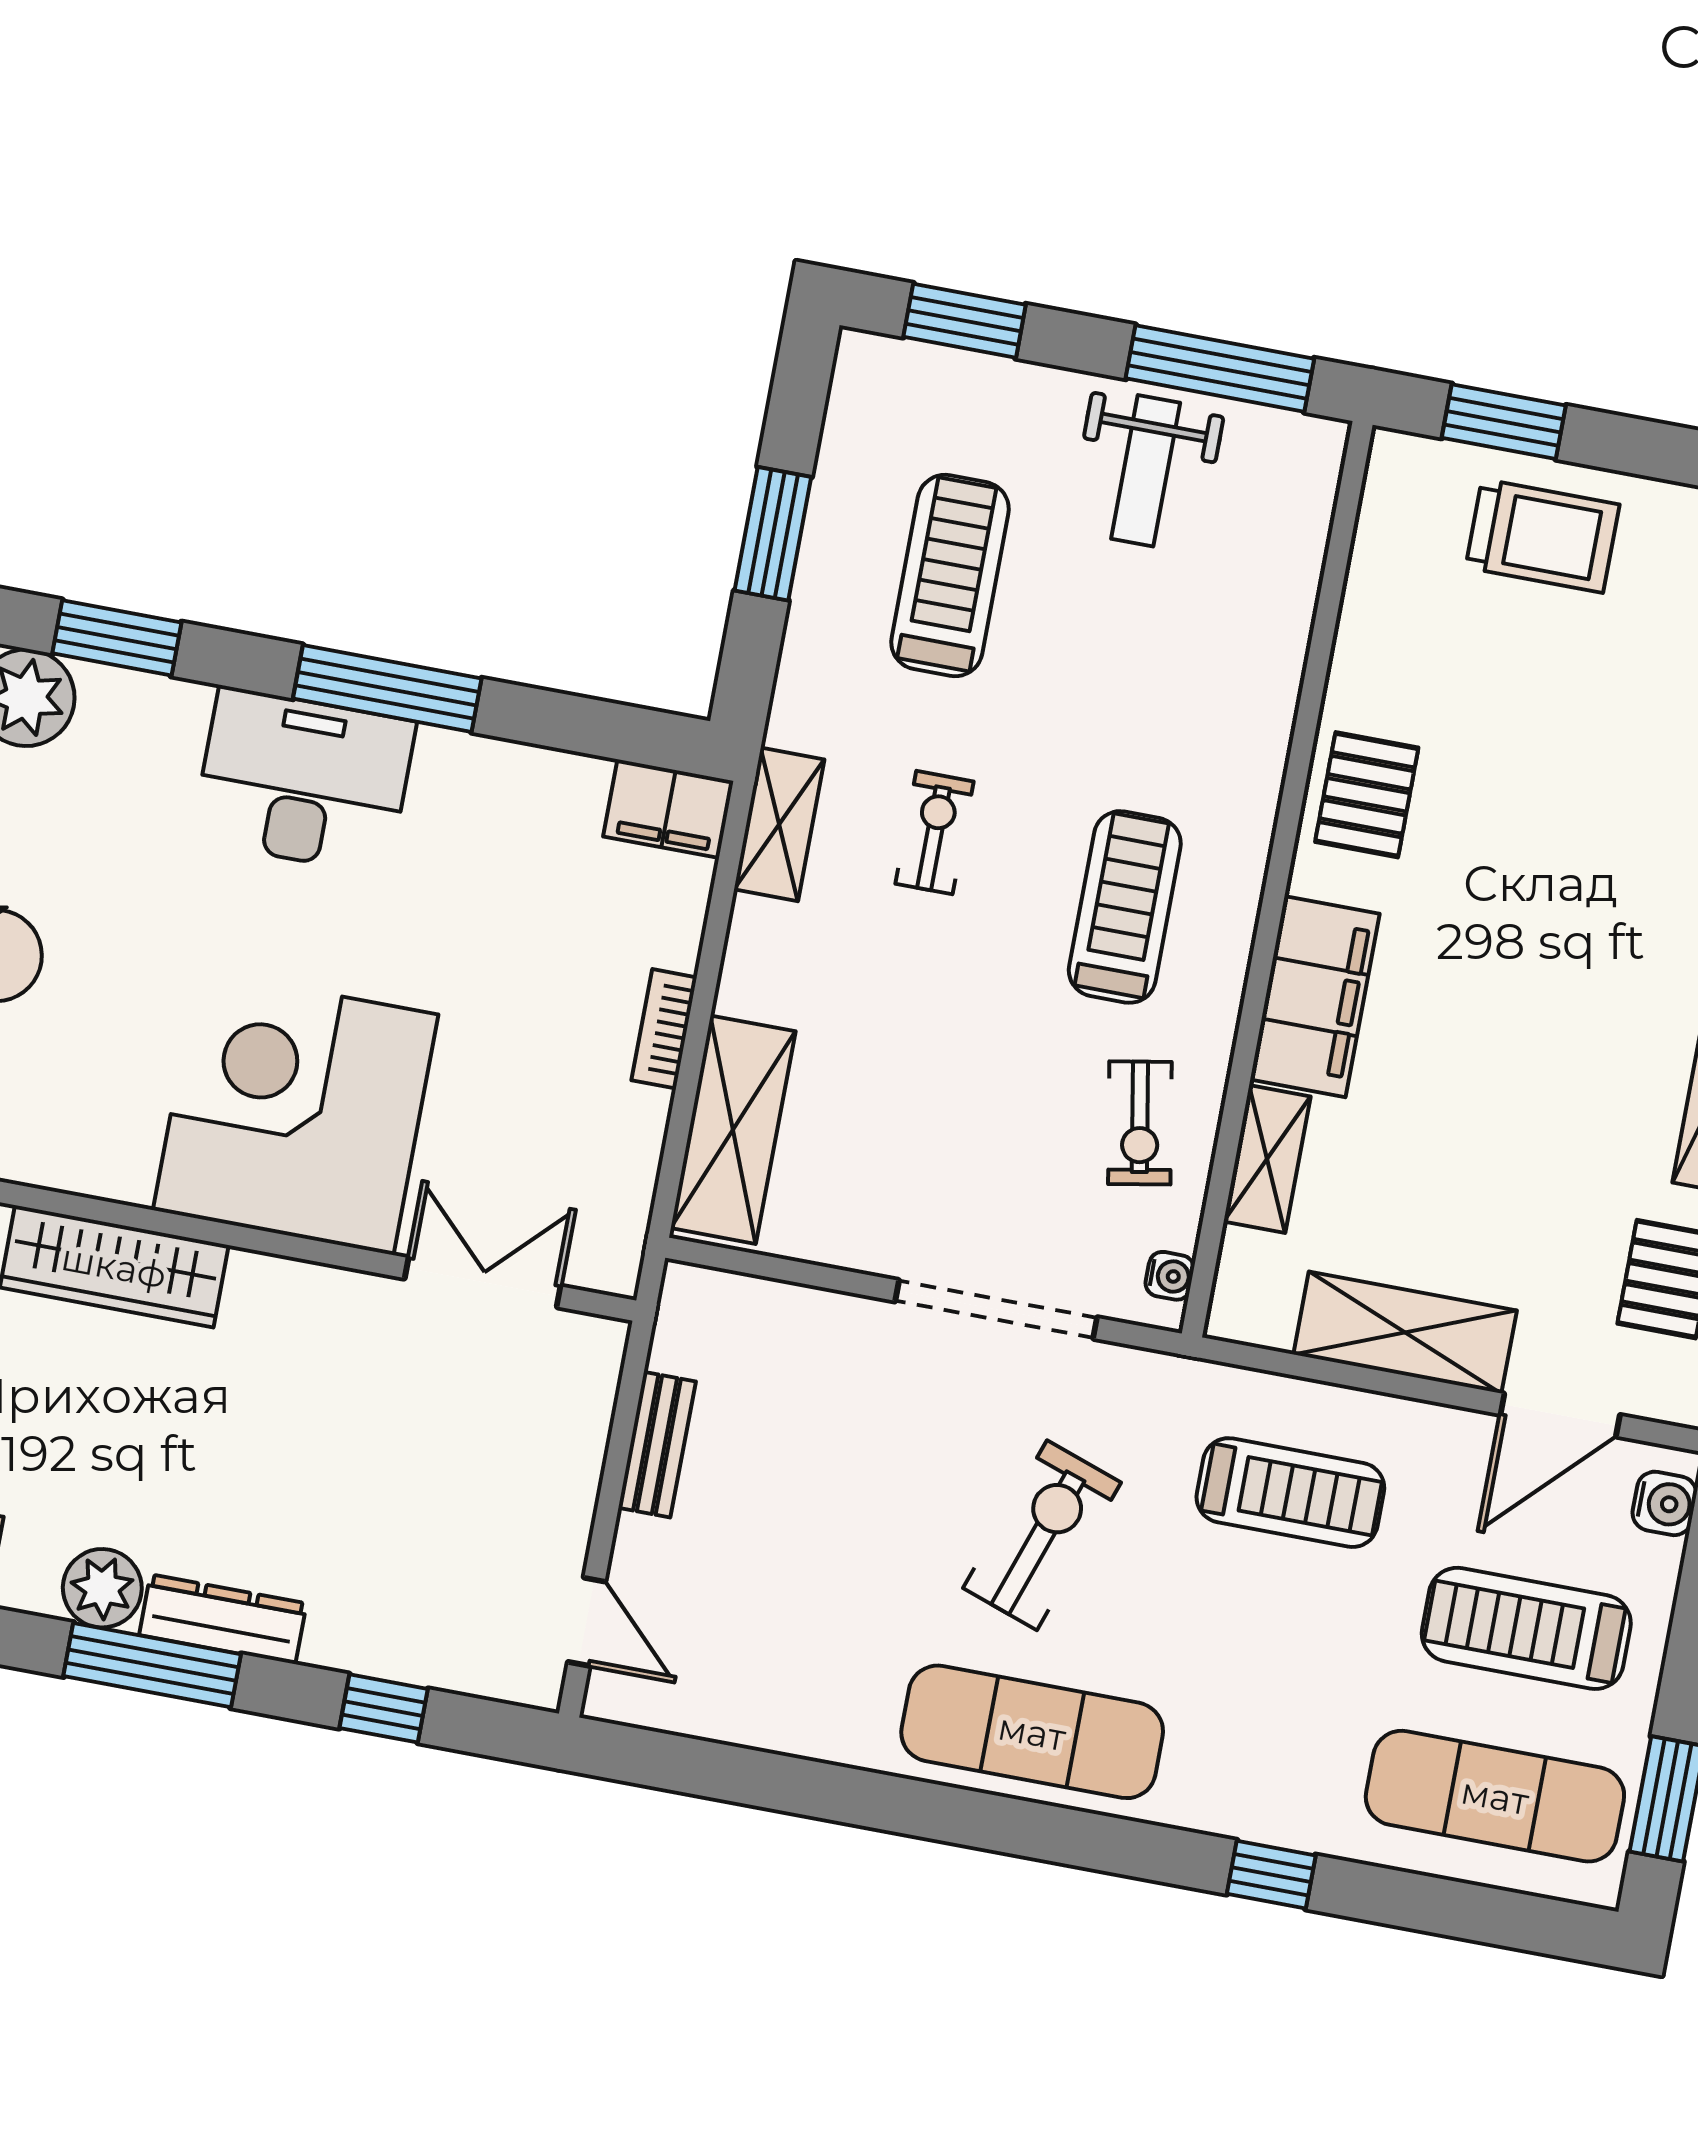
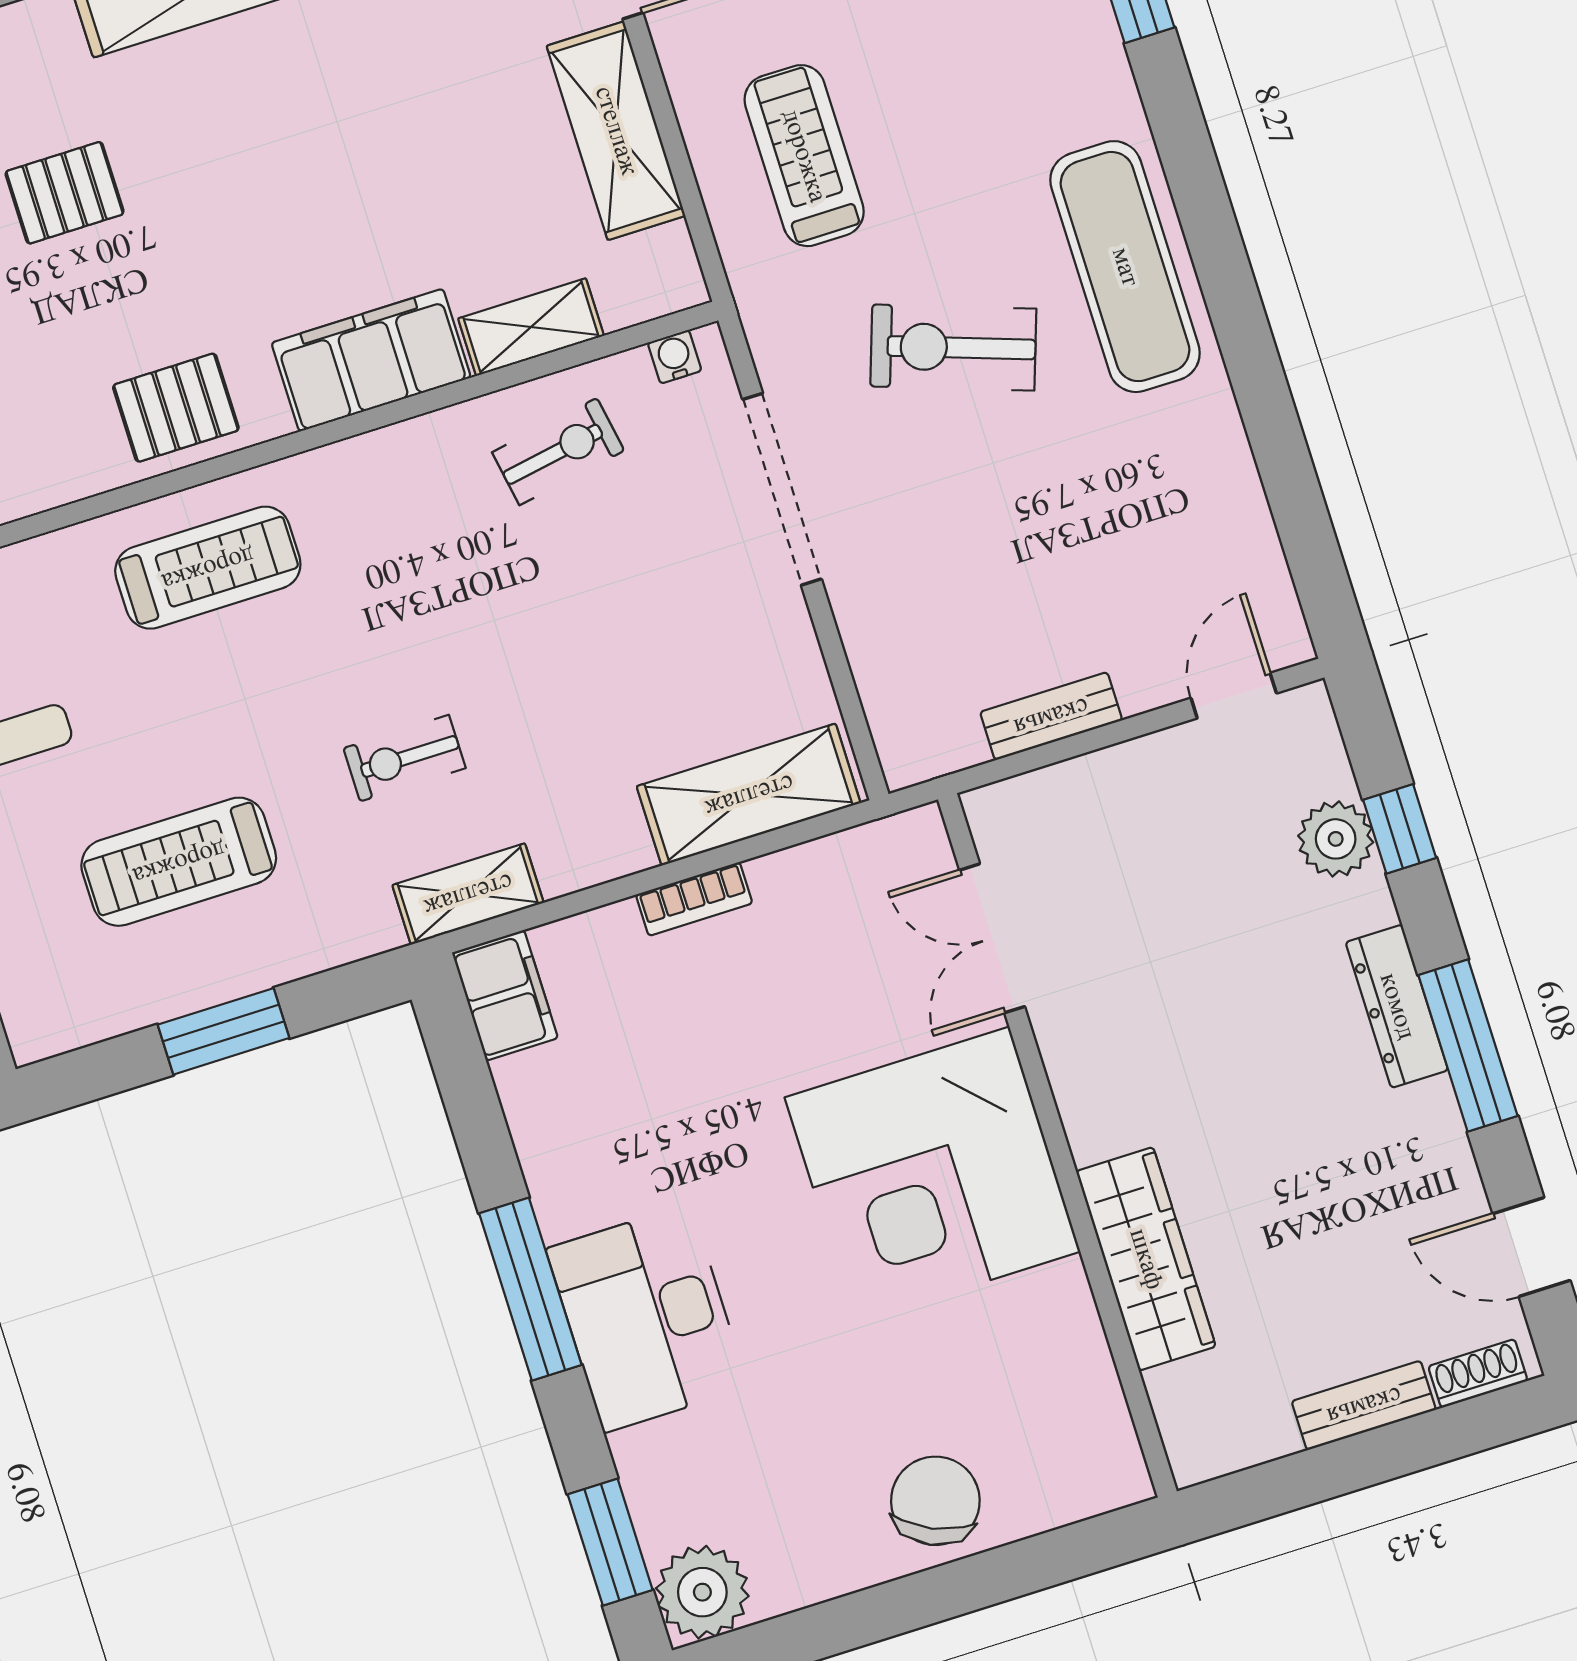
pallet: (1618, 798) -> (65, 193), added
treadmill: (1125, 907) -> (208, 568), moved, turned 180
plant: (102, 1588) -> (1336, 839), moved

